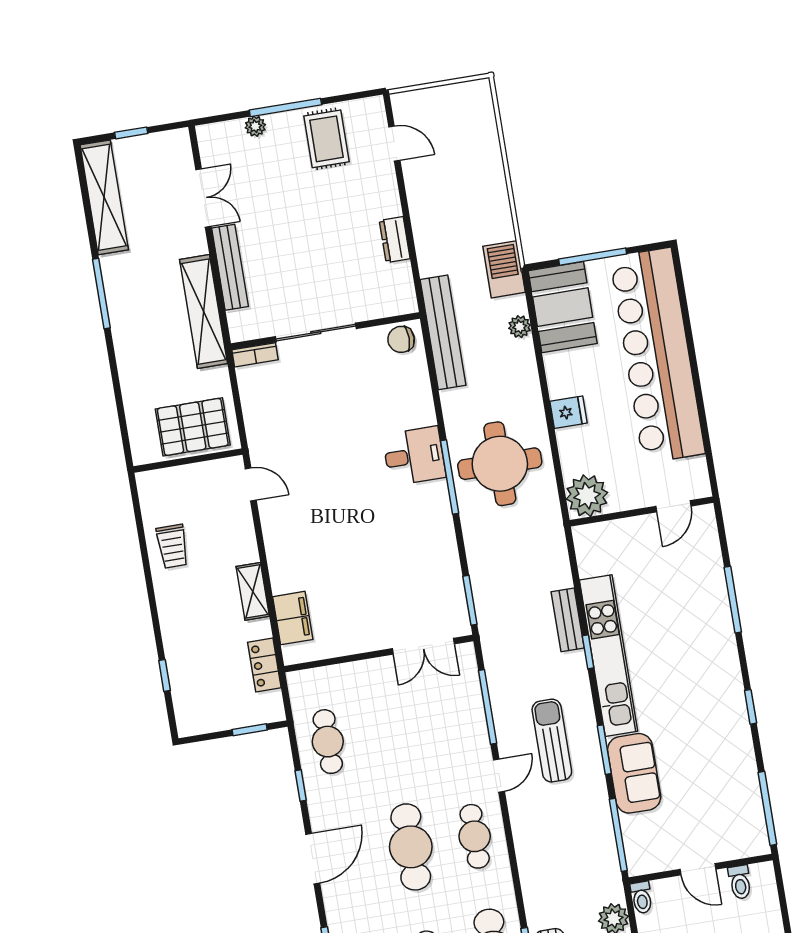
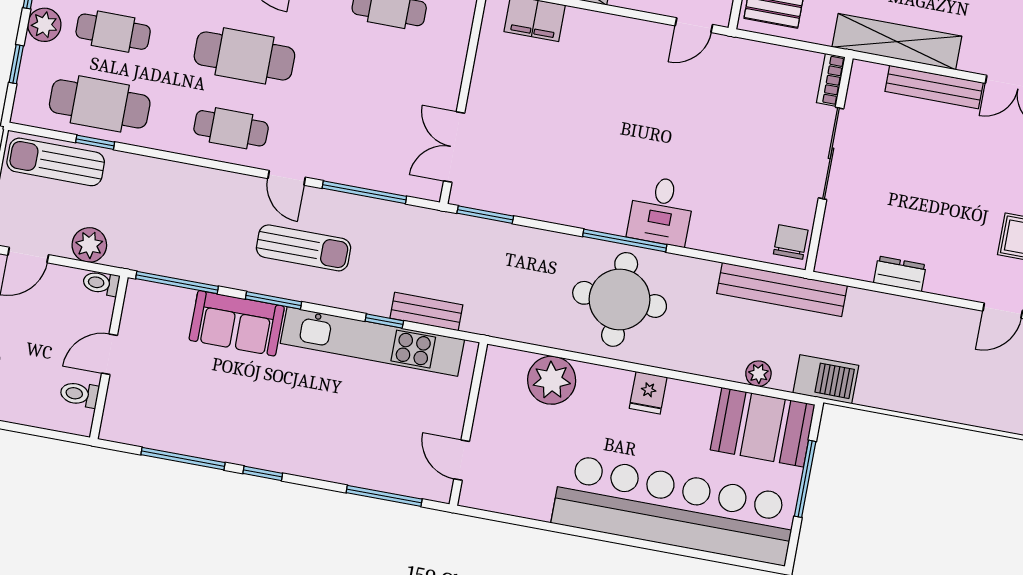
door: (673, 506) -> (462, 460), moved
wall: (642, 511) -> (468, 424), moved
window: (767, 808) -> (183, 459), moved

